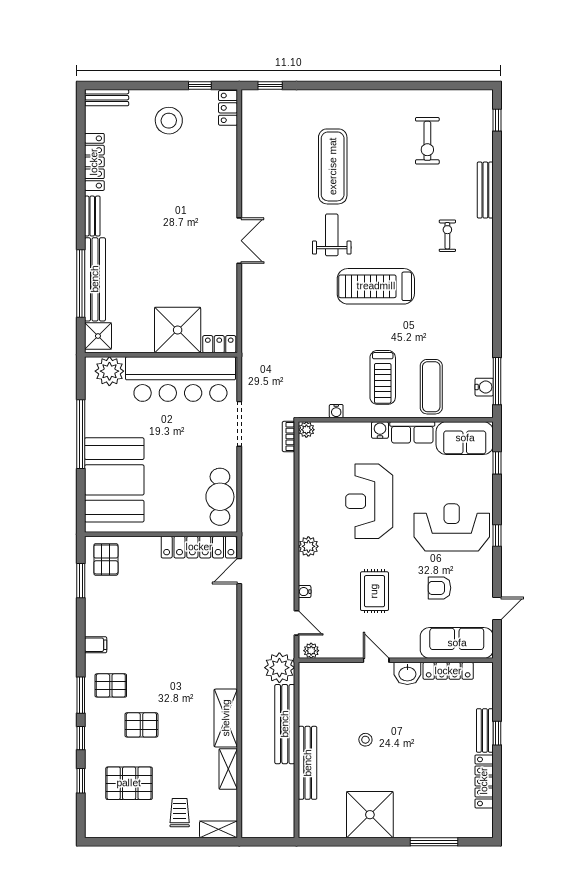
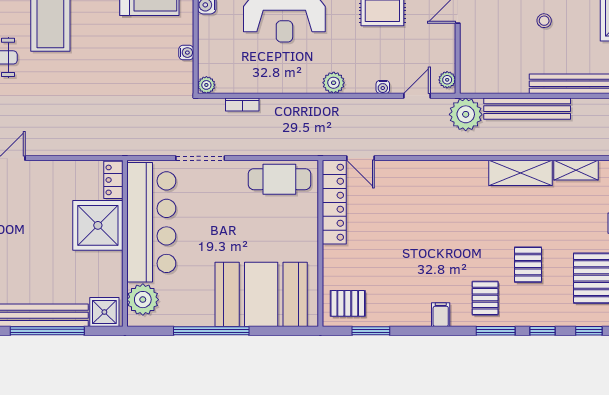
bookcase: (289, 437) -> (242, 104), moved

